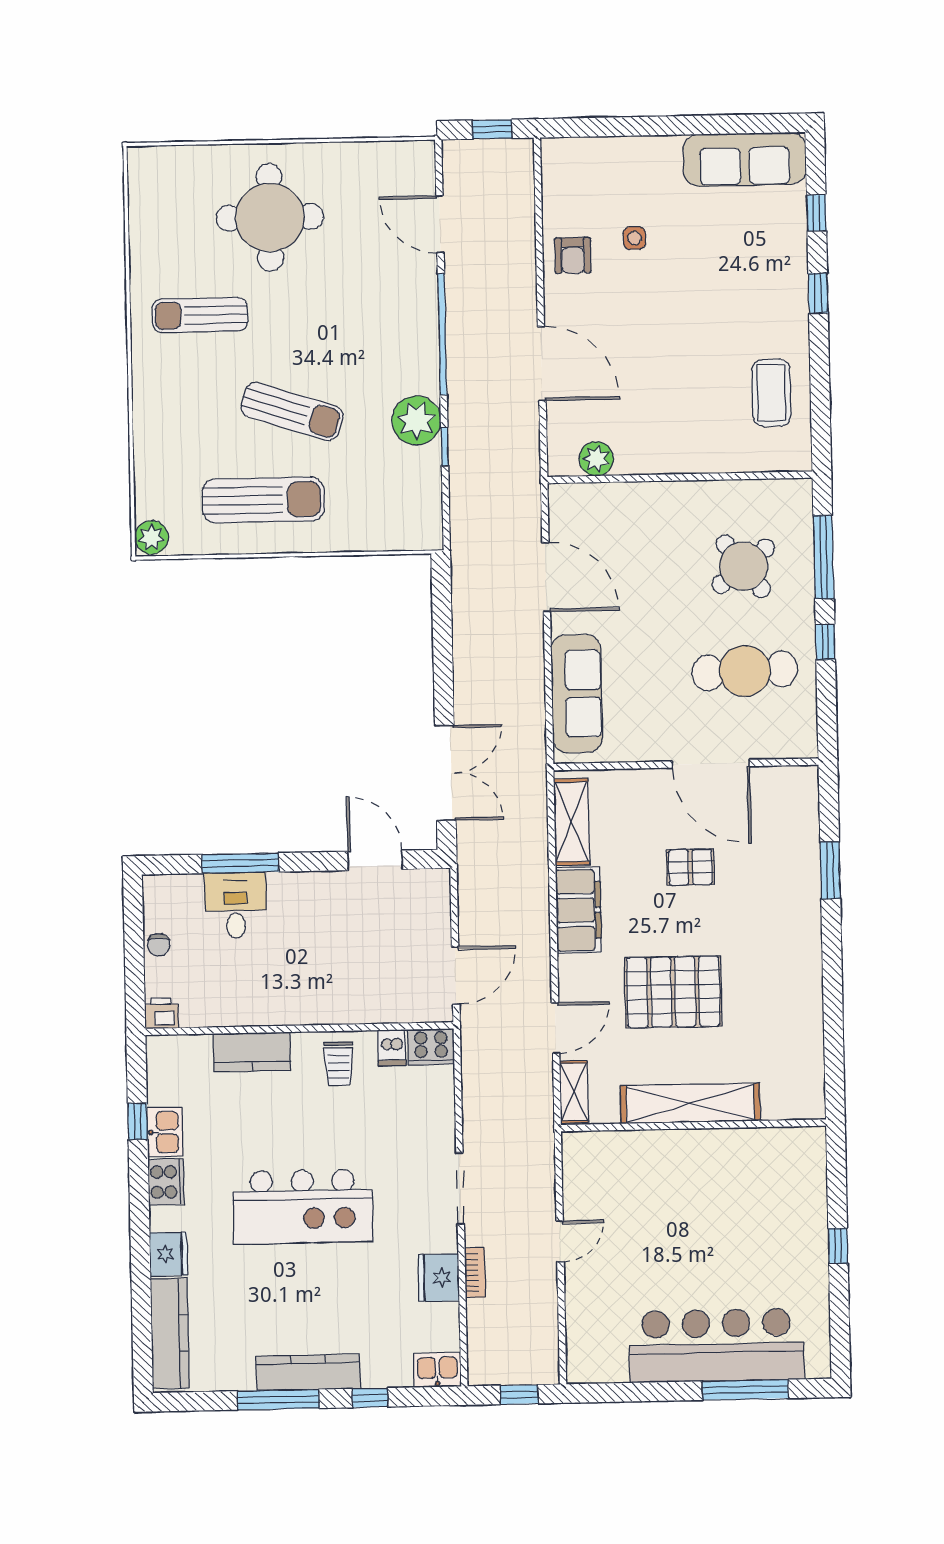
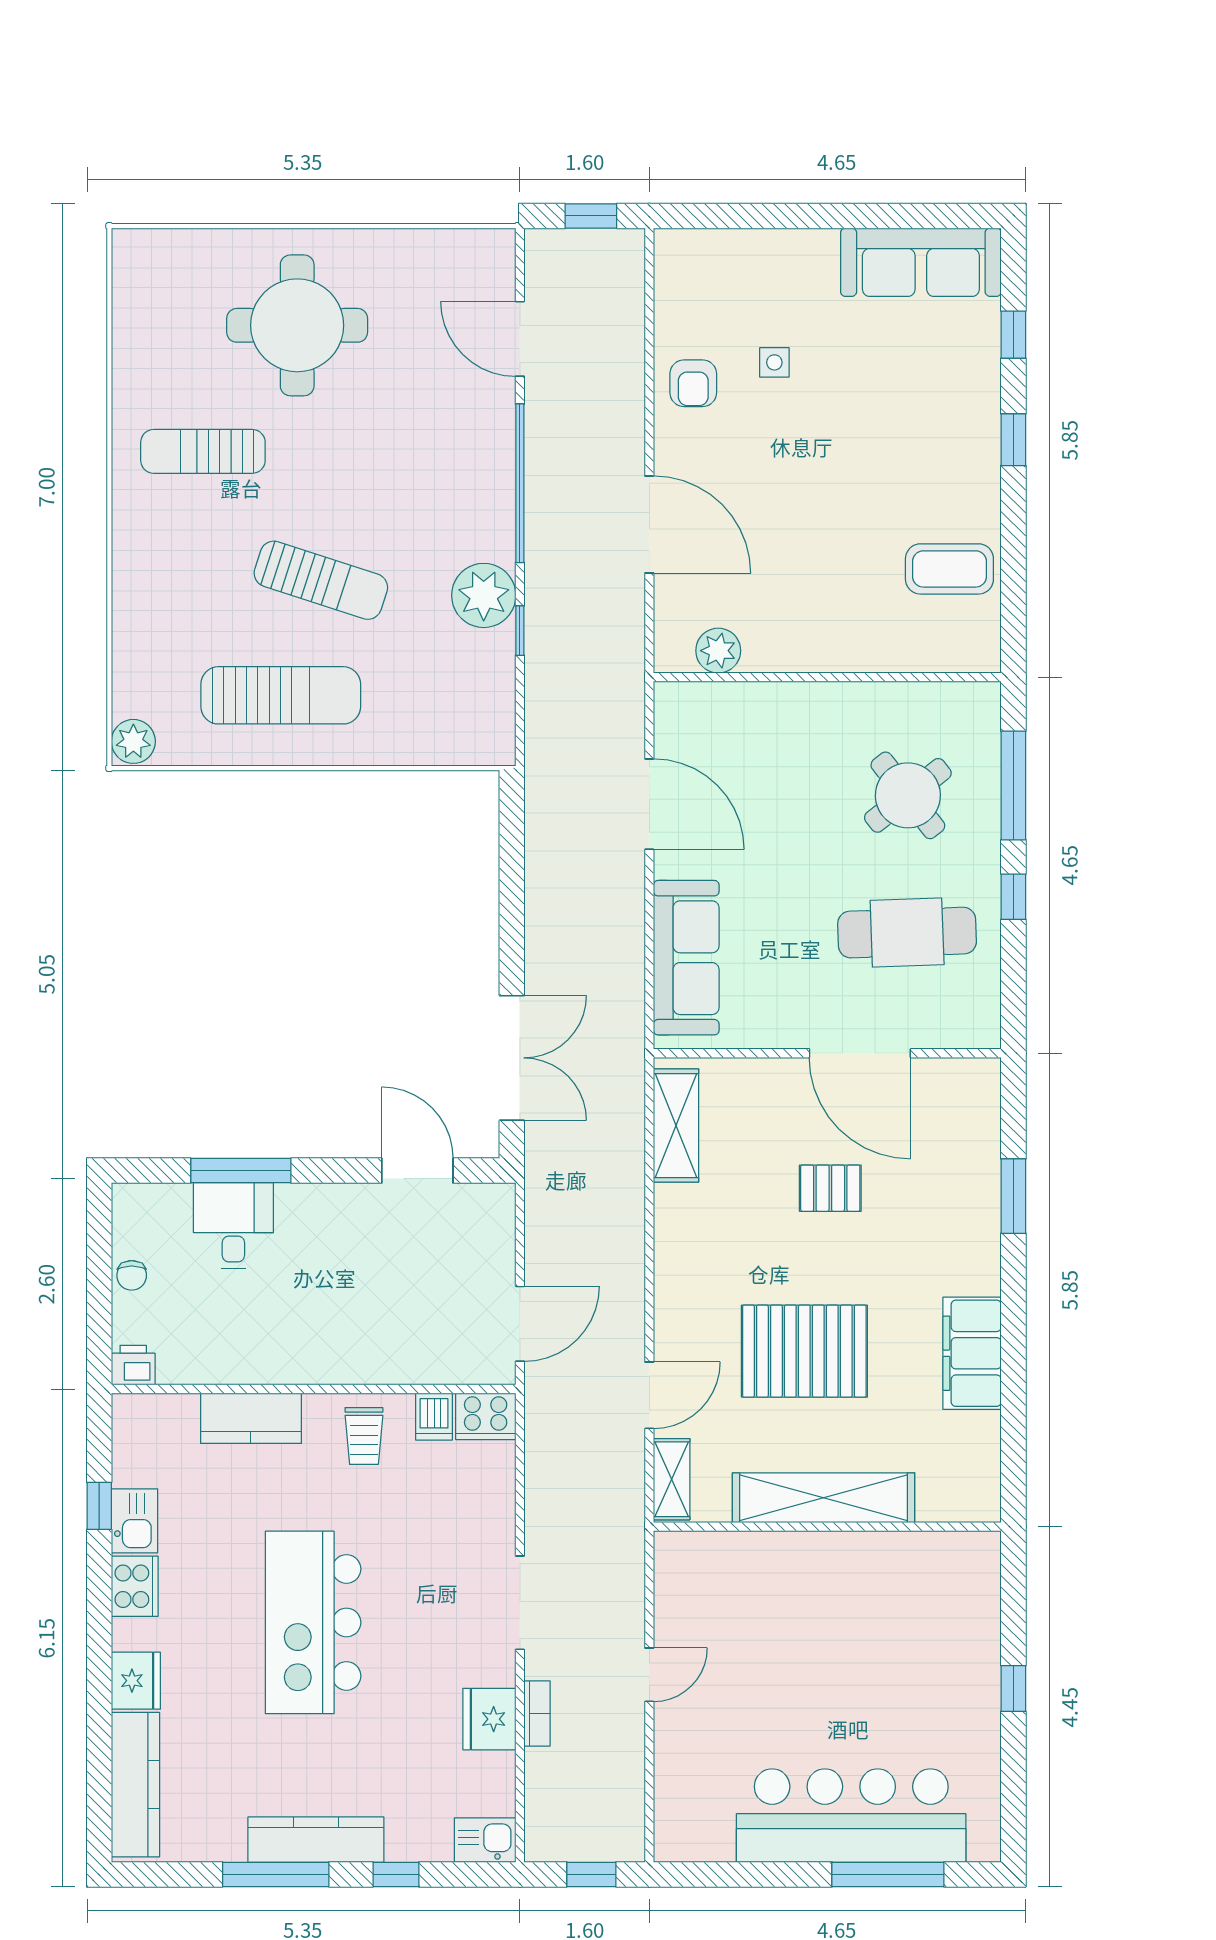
coffee table: (771, 393) -> (949, 569), turned 90
filing cabinet: (578, 910) -> (972, 1353), moved, turned 180
kitchen island: (303, 1207) -> (313, 1622), turned 90

